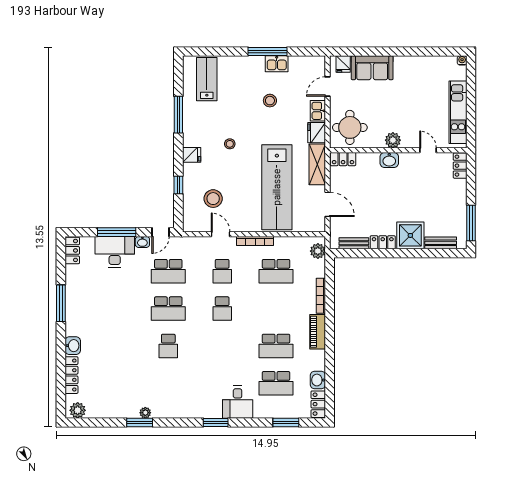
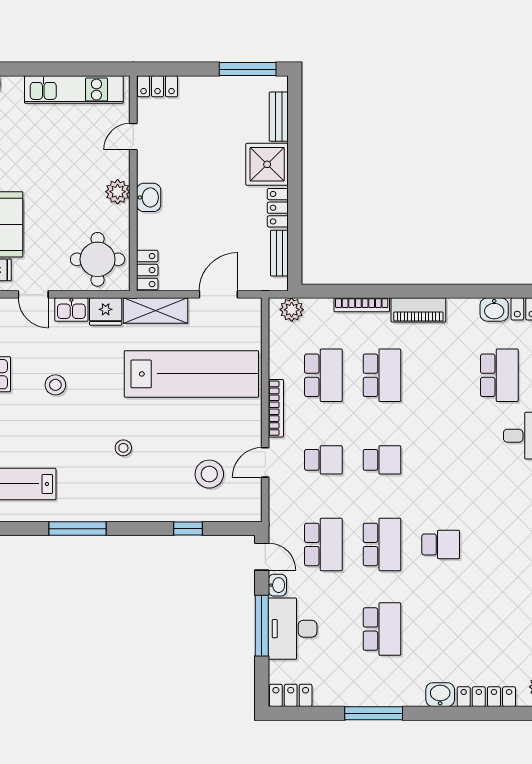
fridge: (192, 155) -> (141, 508), removed
school desk: (114, 309) -> (382, 629), added
school desk: (276, 346) -> (382, 375), moved

